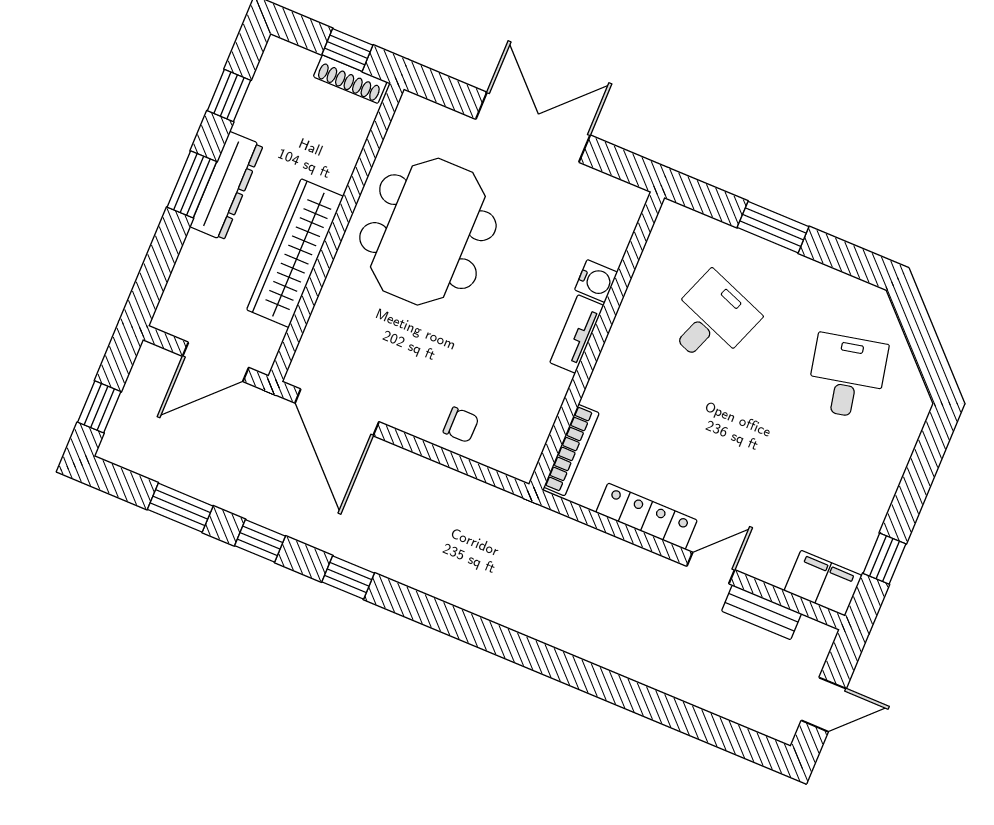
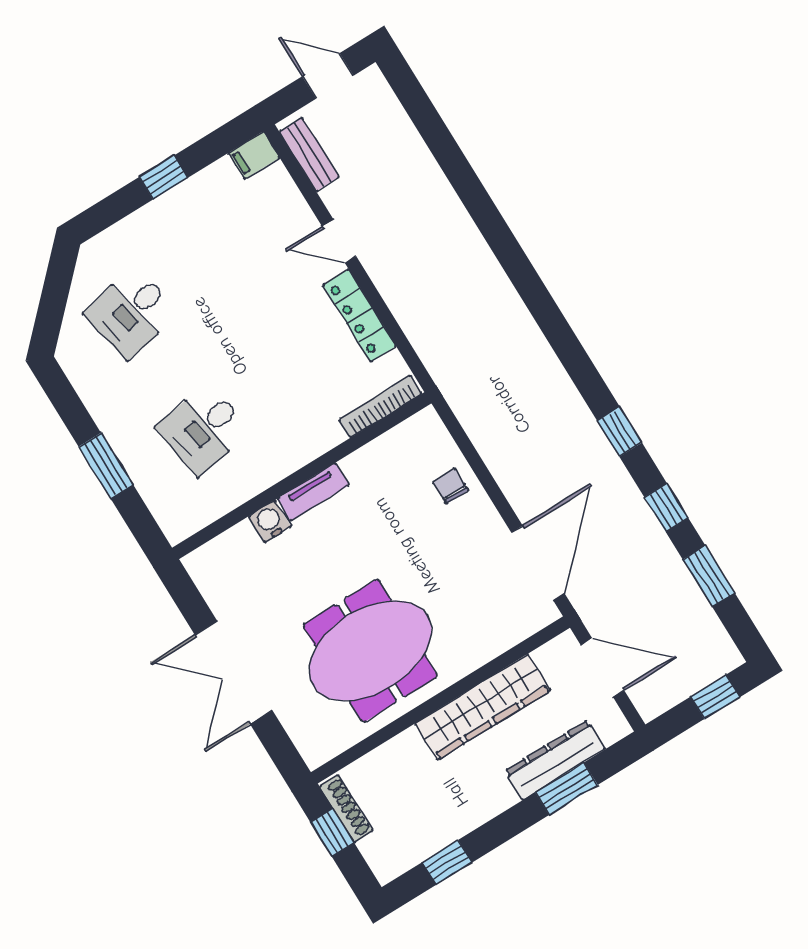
window: (192, 184) -> (566, 789), moved
dresser: (227, 186) -> (555, 760), moved
desk: (711, 320) -> (203, 429), turned -30
window: (884, 559) -> (164, 177), moved
filing cabinet: (823, 583) -> (254, 155), width x0.50
bench: (761, 612) -> (309, 155), moved

